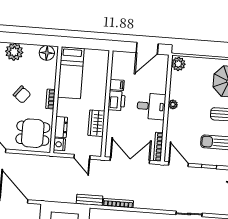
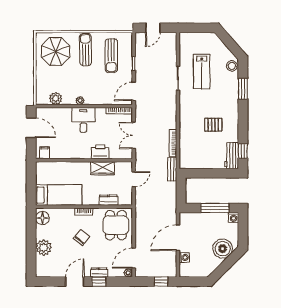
plant: (178, 64) -> (56, 98), moved
filing cabinet: (117, 85) -> (45, 153), moved
printer: (117, 101) -> (100, 152), moved
nightstand: (59, 144) -> (124, 200), removed
double door: (130, 160) -> (134, 135), width x0.73

